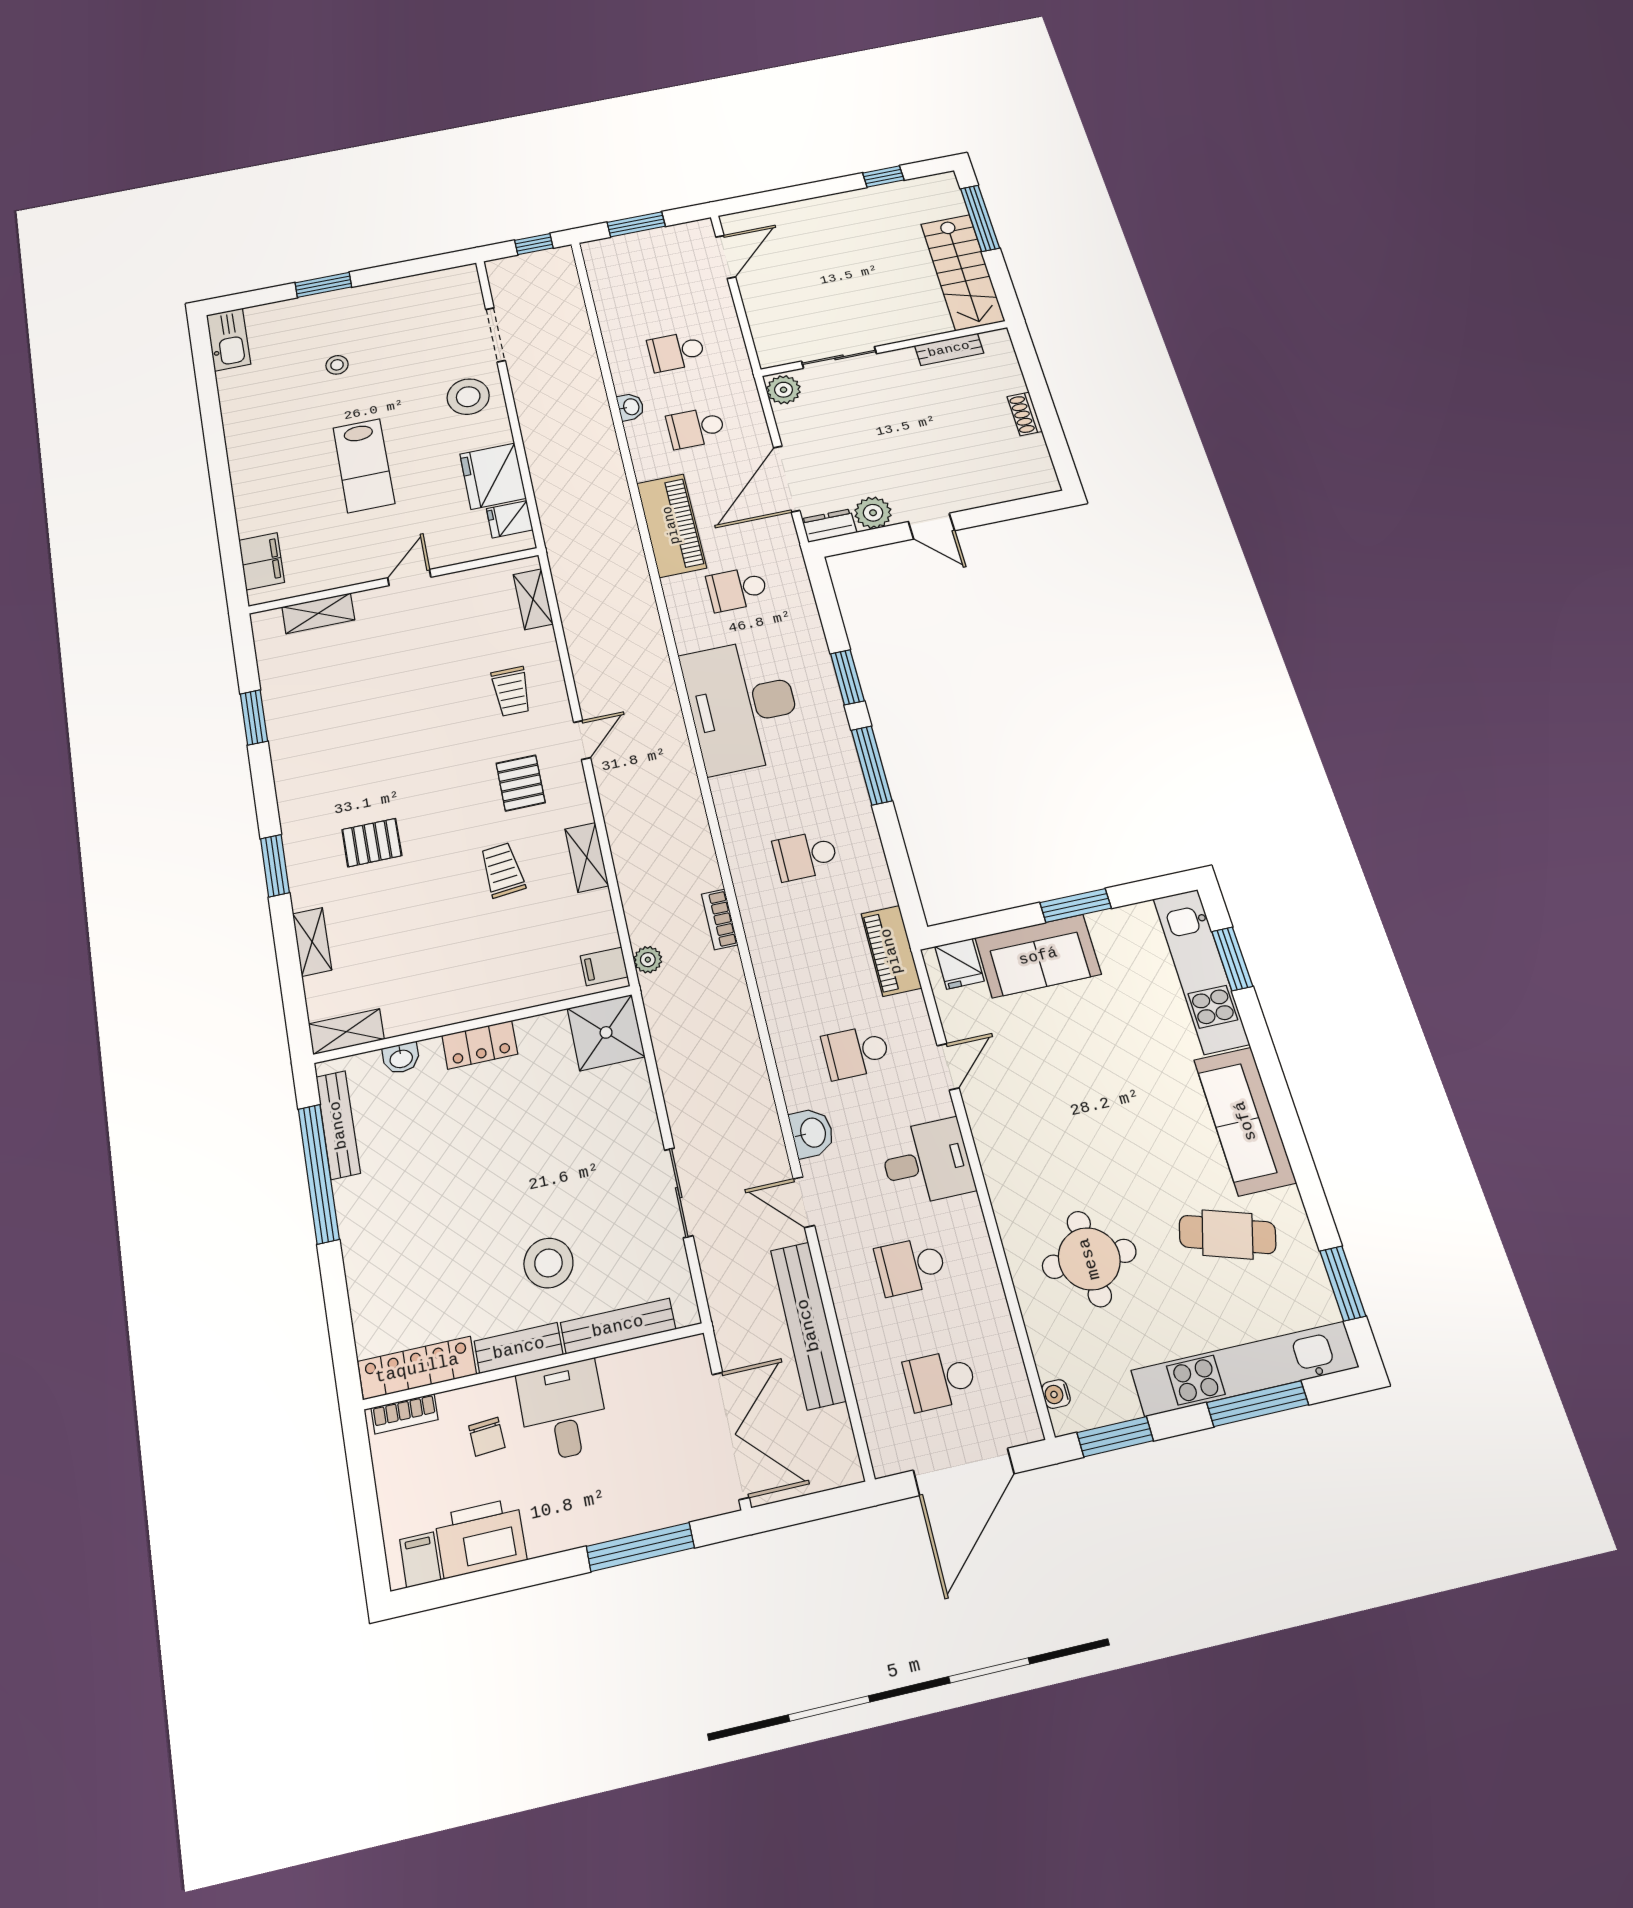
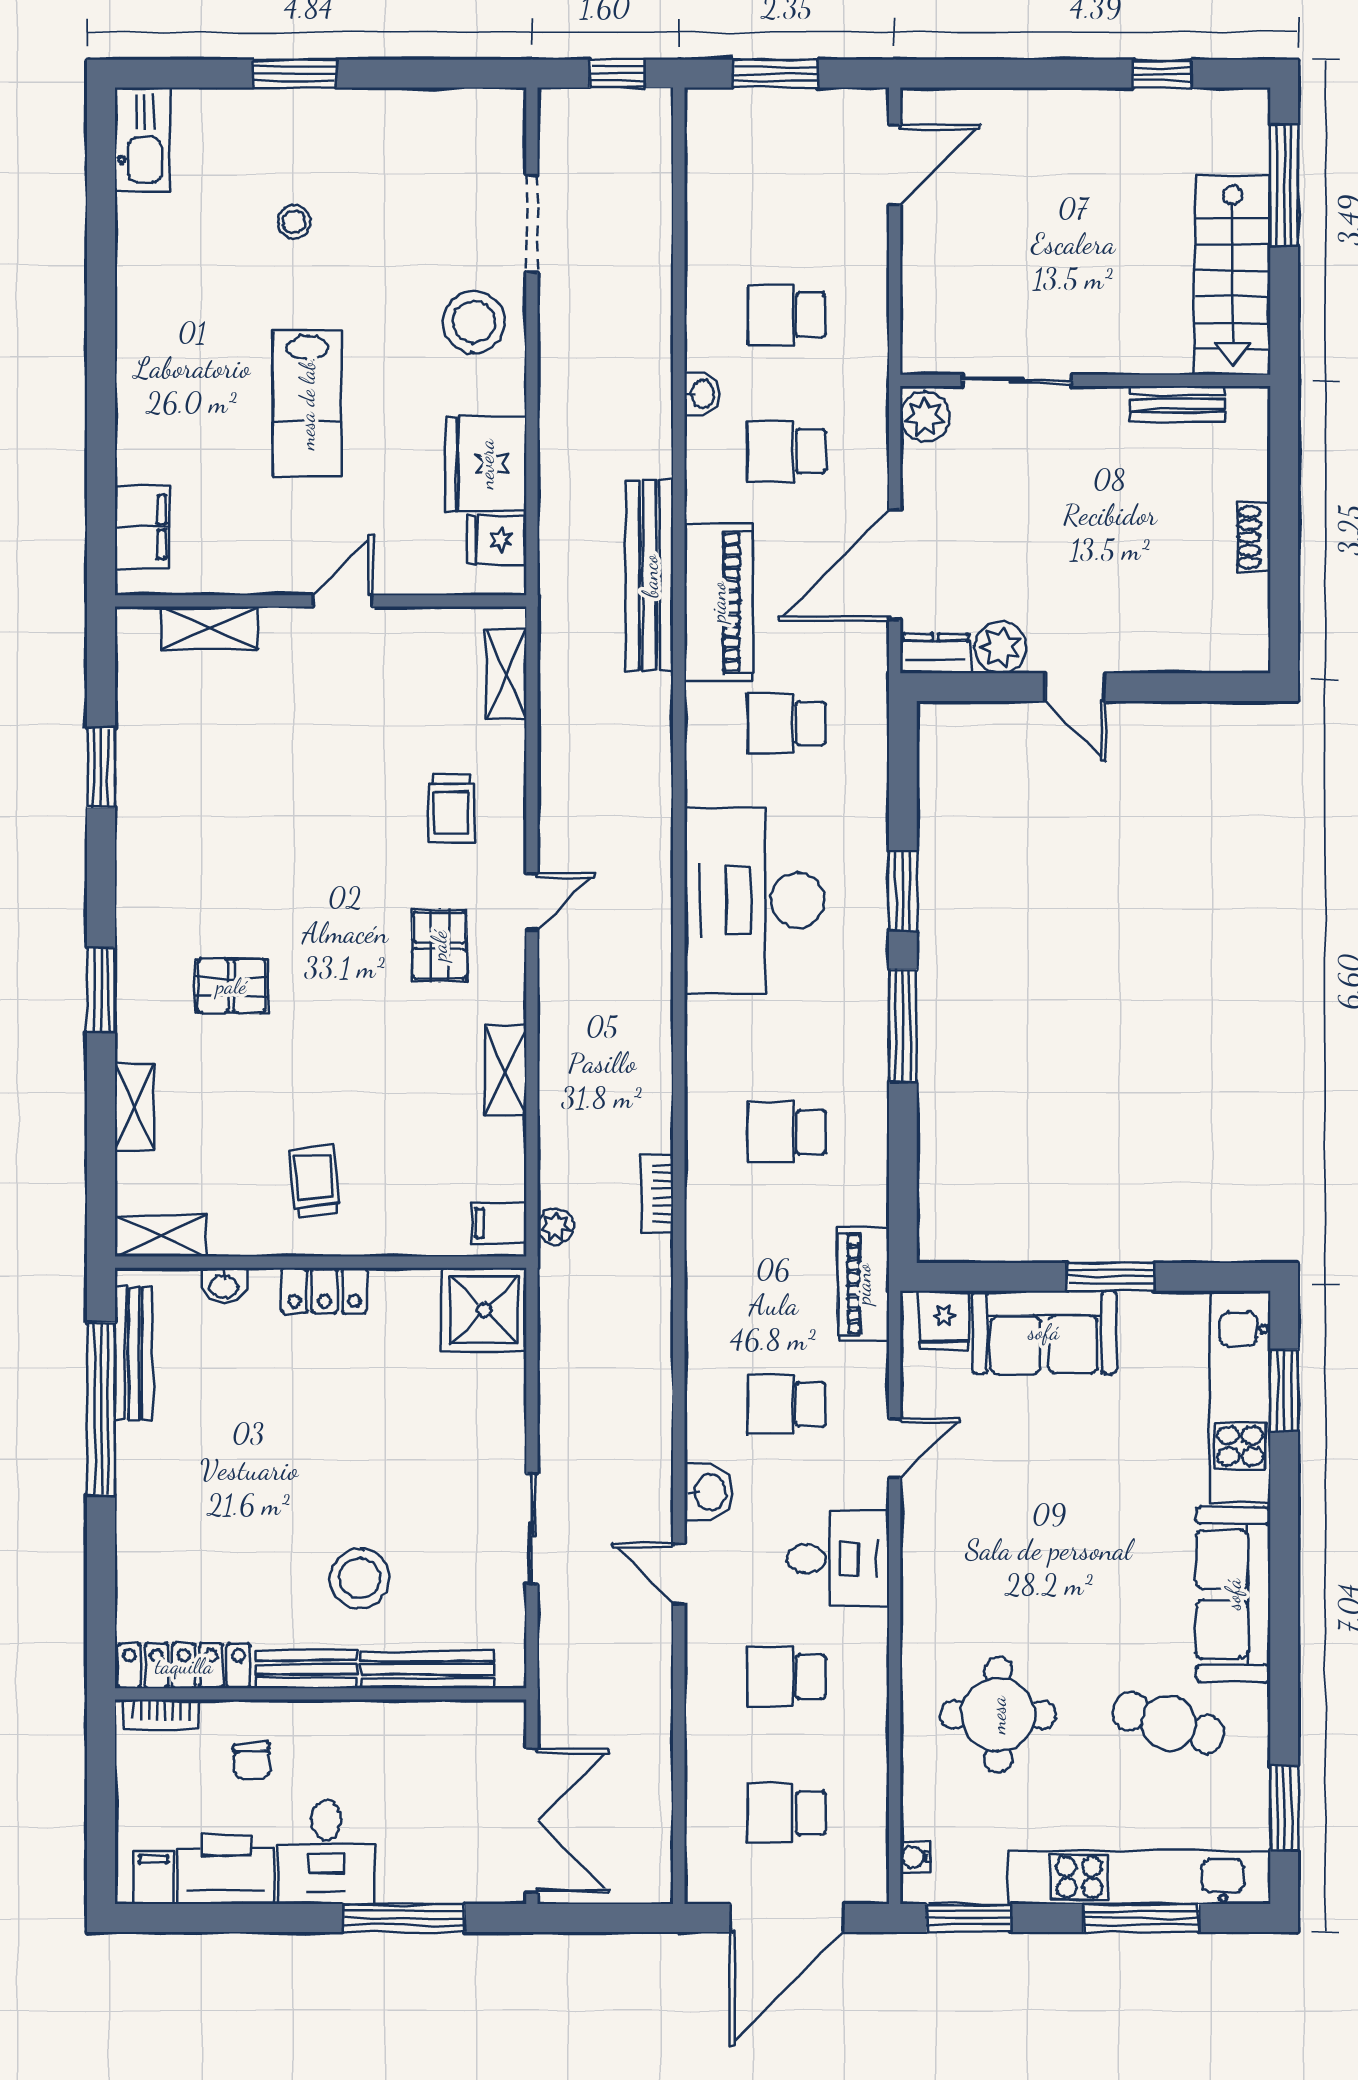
trolley: (502, 870) -> (315, 1181), moved
bench: (808, 1325) -> (650, 576), moved
desk: (563, 1411) -> (326, 1852), moved, turned 180

